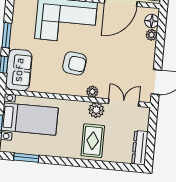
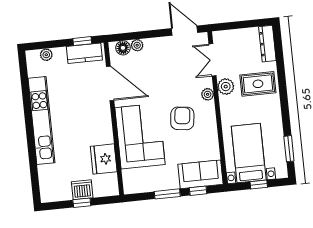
dresser: (140, 148) -> (267, 44), moved, turned 90

